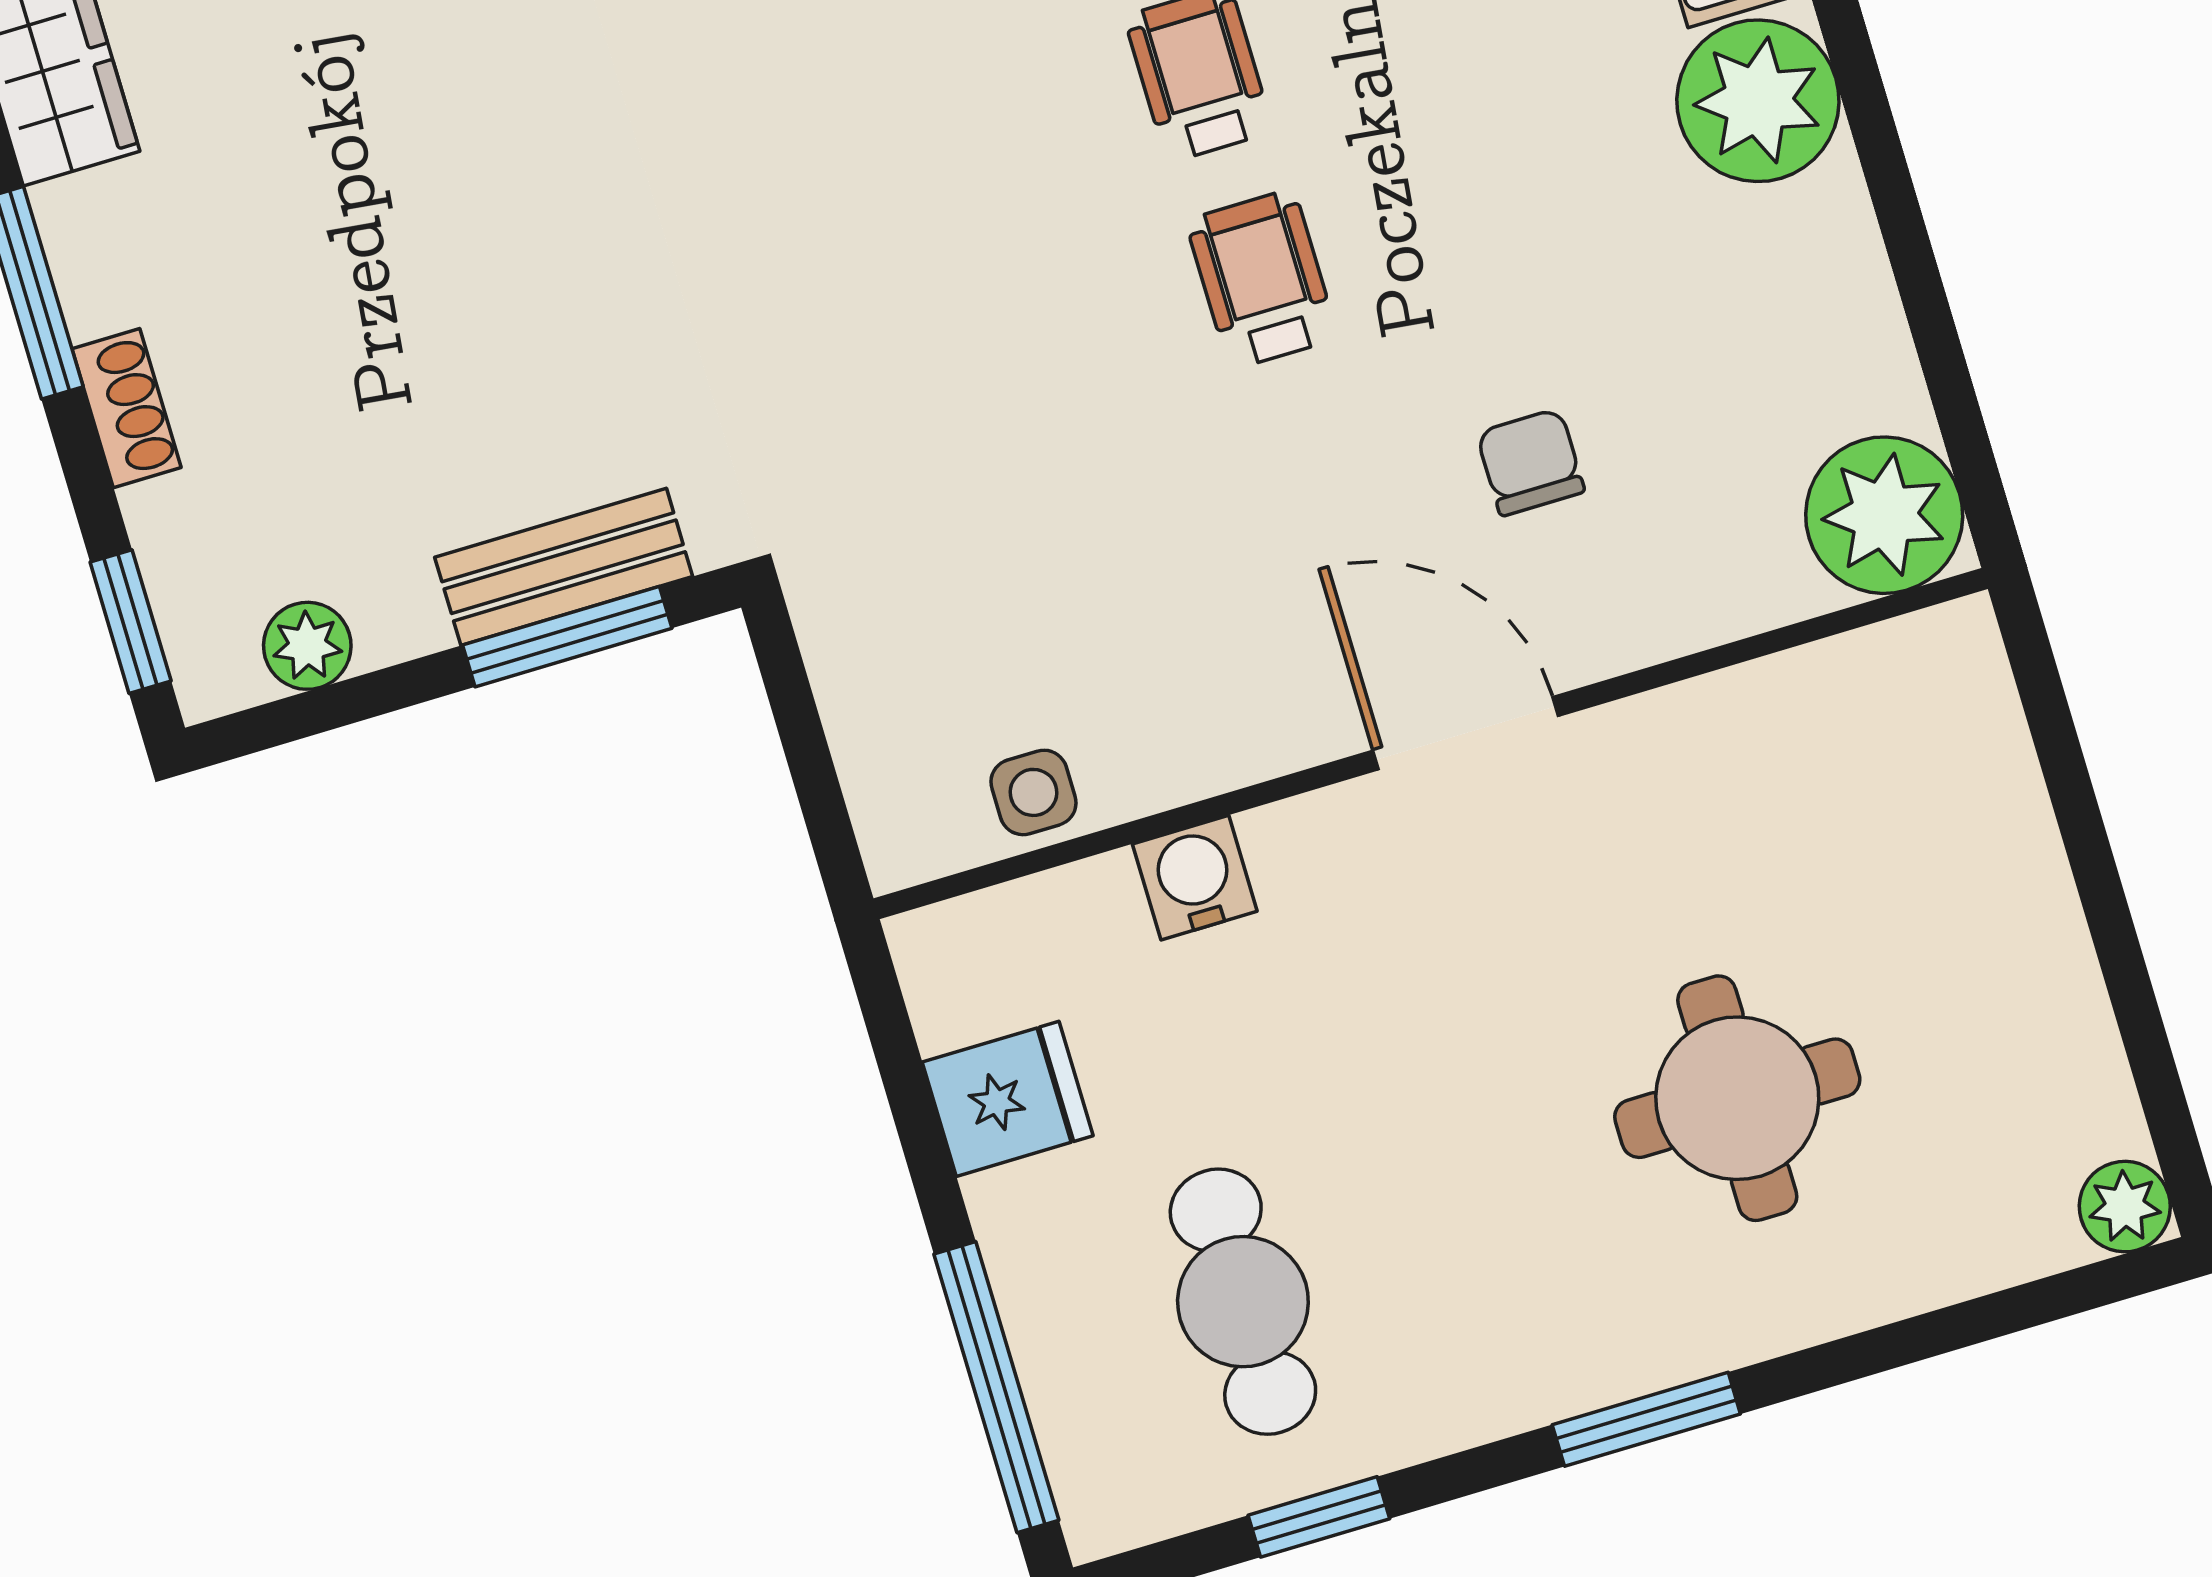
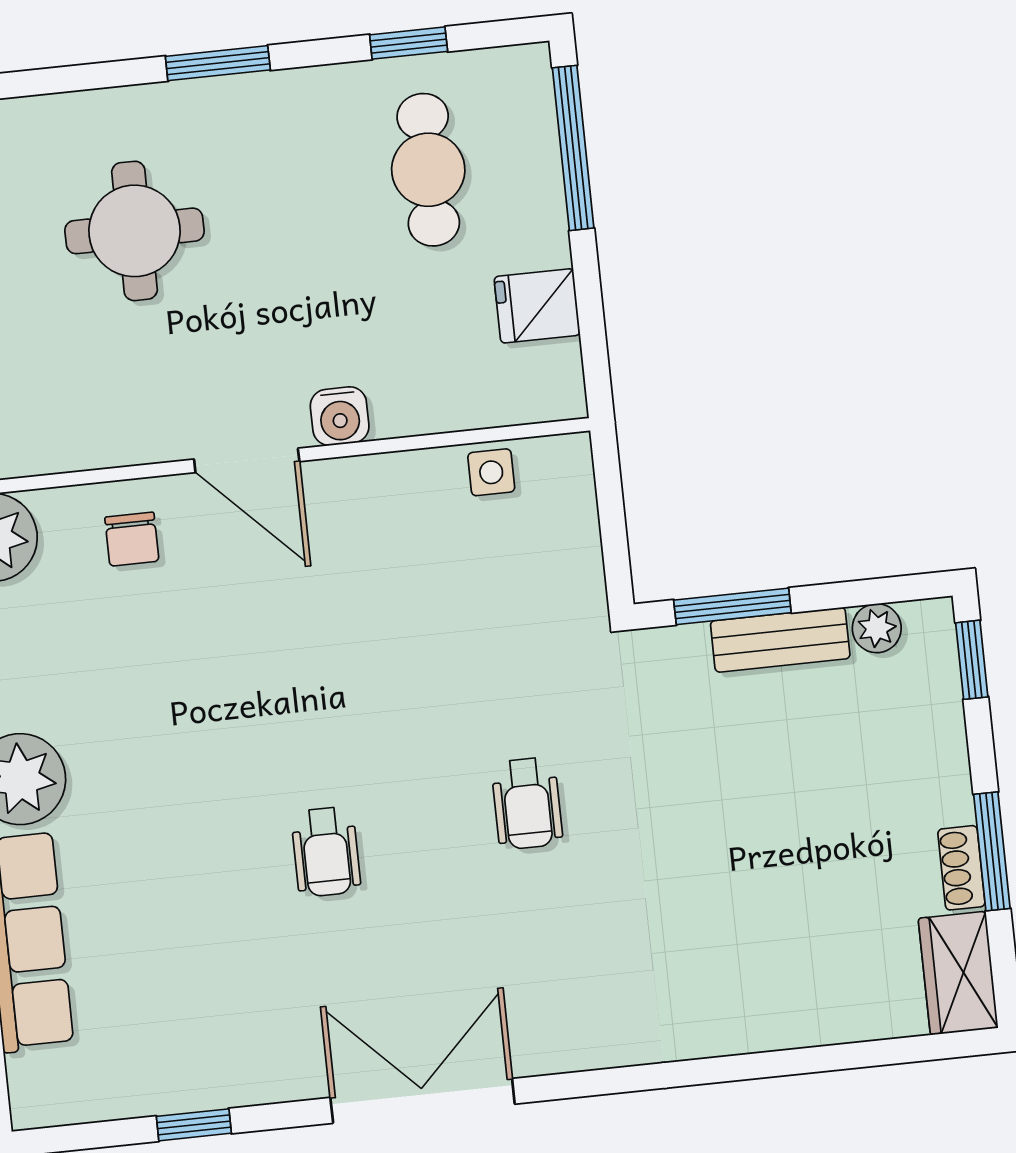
wheelchair: (1262, 279) -> (527, 803), moved
shoe rack: (127, 408) -> (961, 868), moved
chair: (1530, 462) -> (132, 539), moved
bench: (564, 567) -> (780, 640), moved
water cooler: (1195, 878) -> (340, 416), moved

